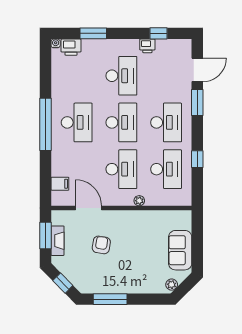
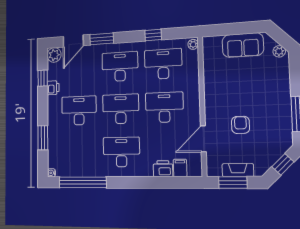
printer: (71, 47) -> (163, 169), moved, turned -90
plant: (183, 47) -> (54, 55), added
door: (197, 70) -> (73, 41), swing flipped
window: (46, 124) -> (83, 182), moved
plant: (139, 201) -> (193, 44), moved
armchair: (101, 245) -> (240, 125), turned 81

